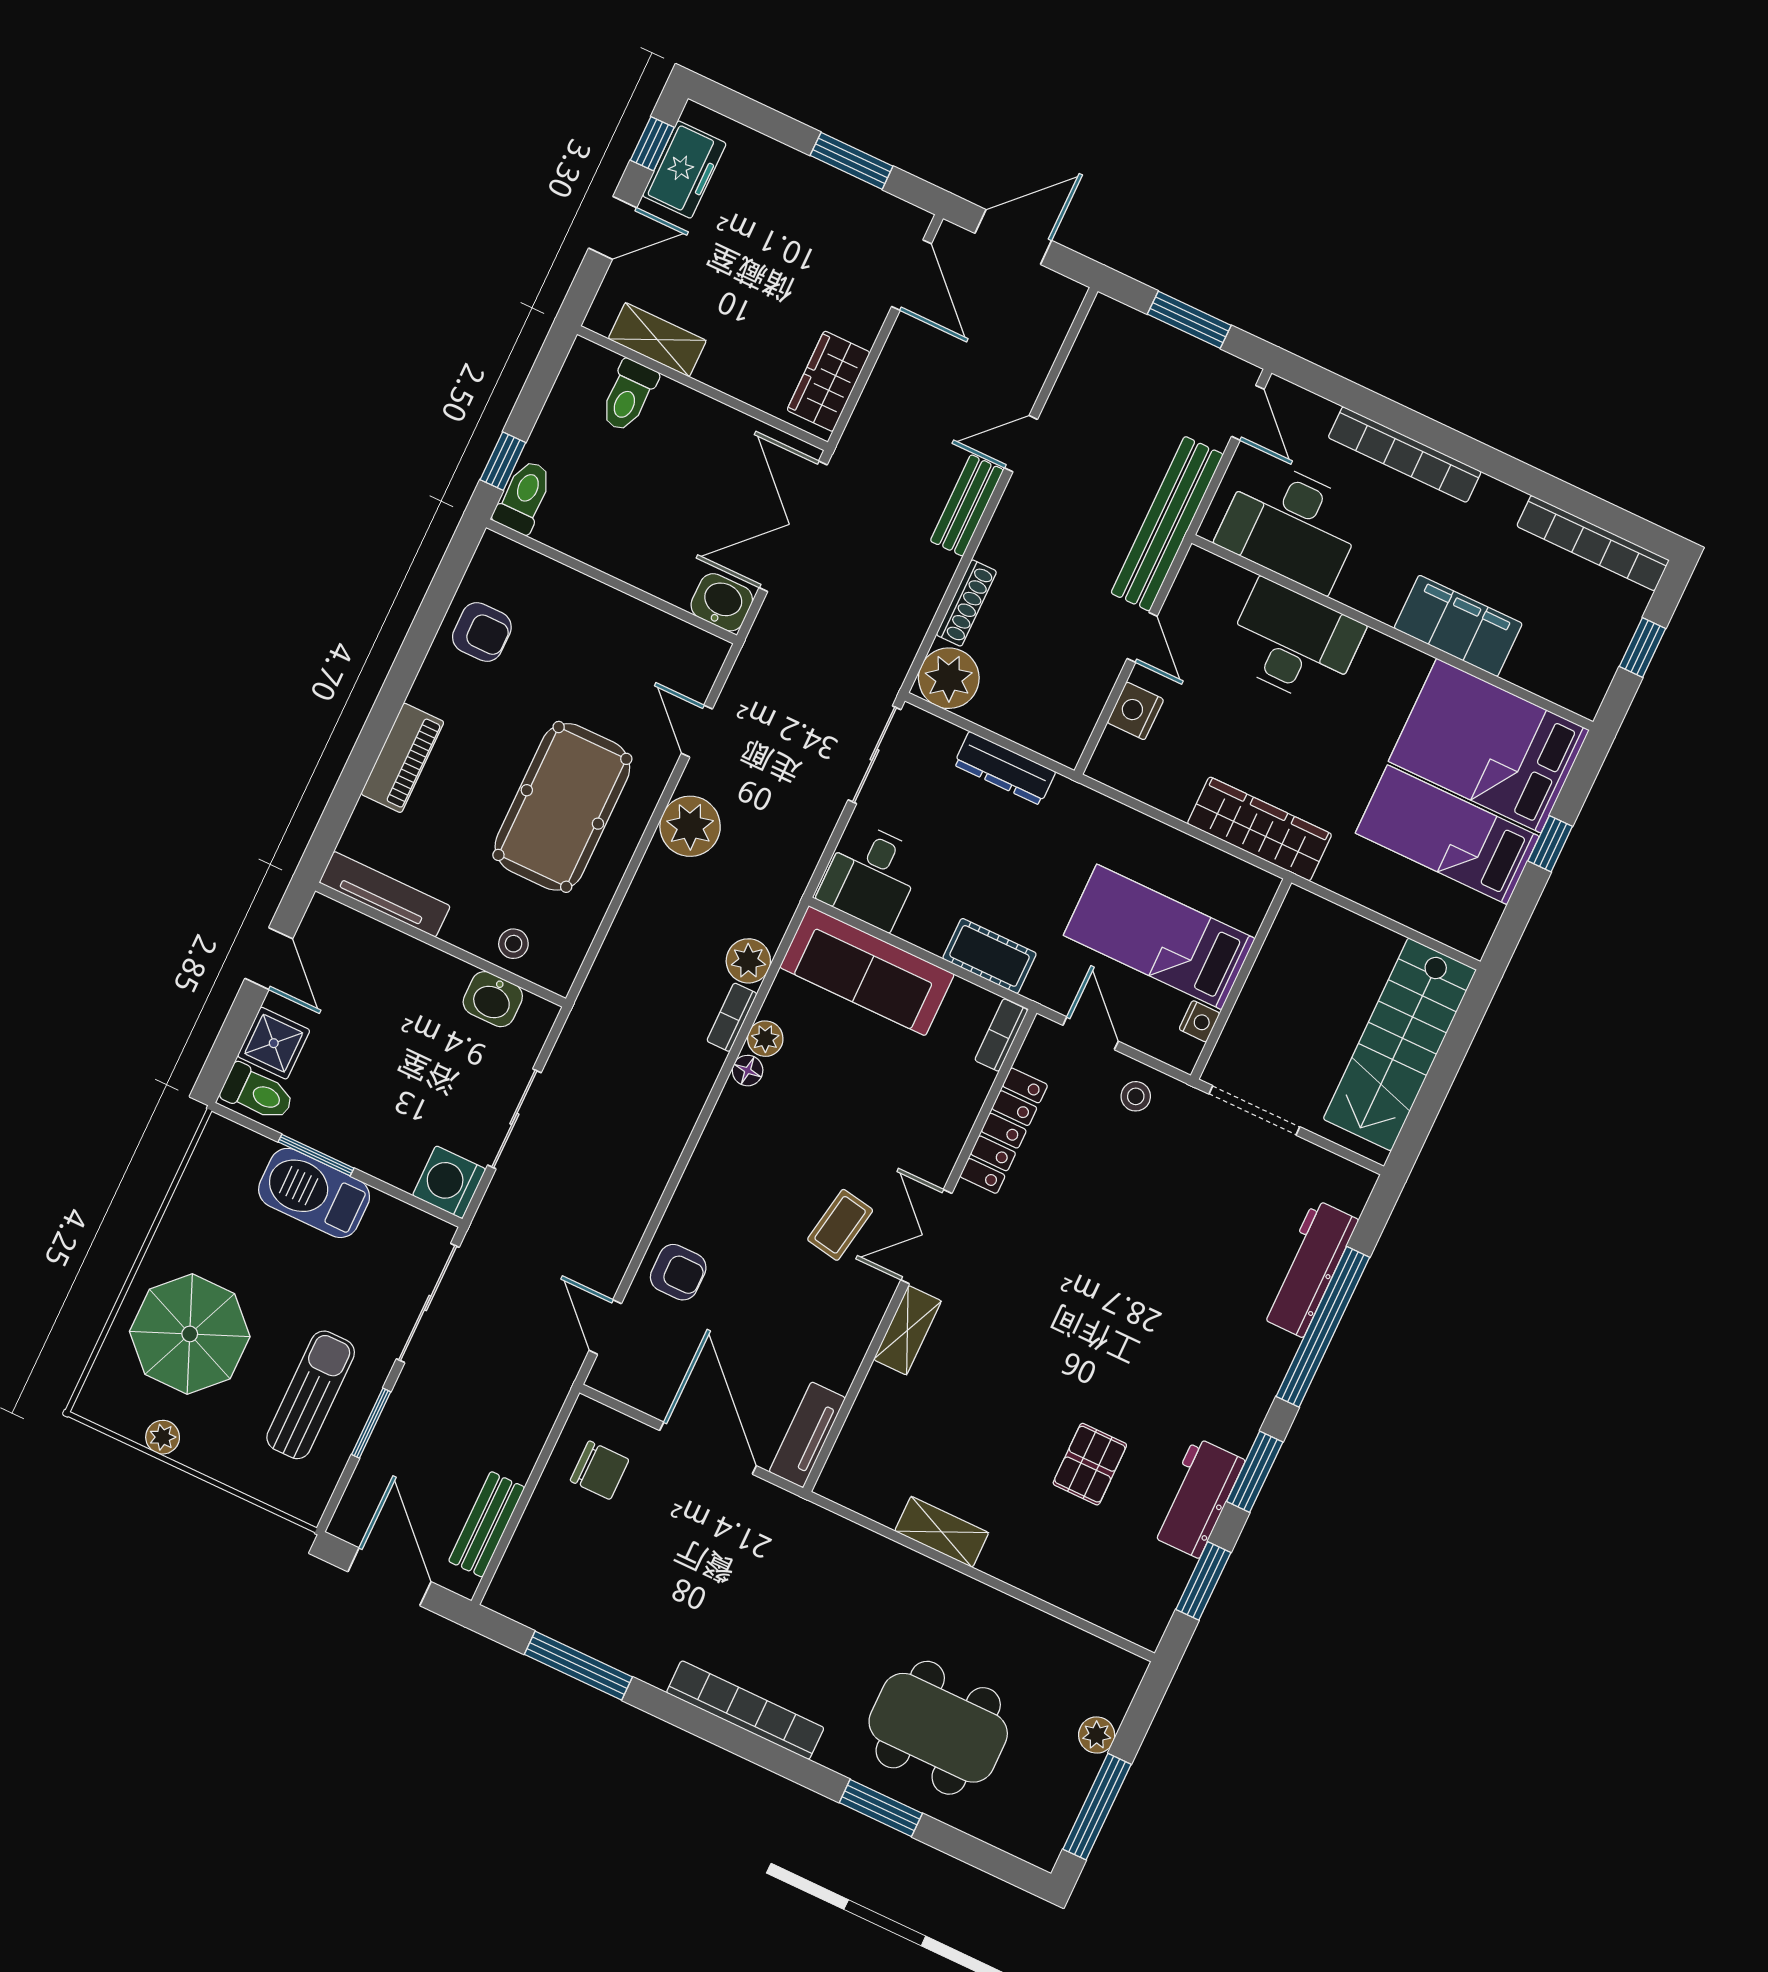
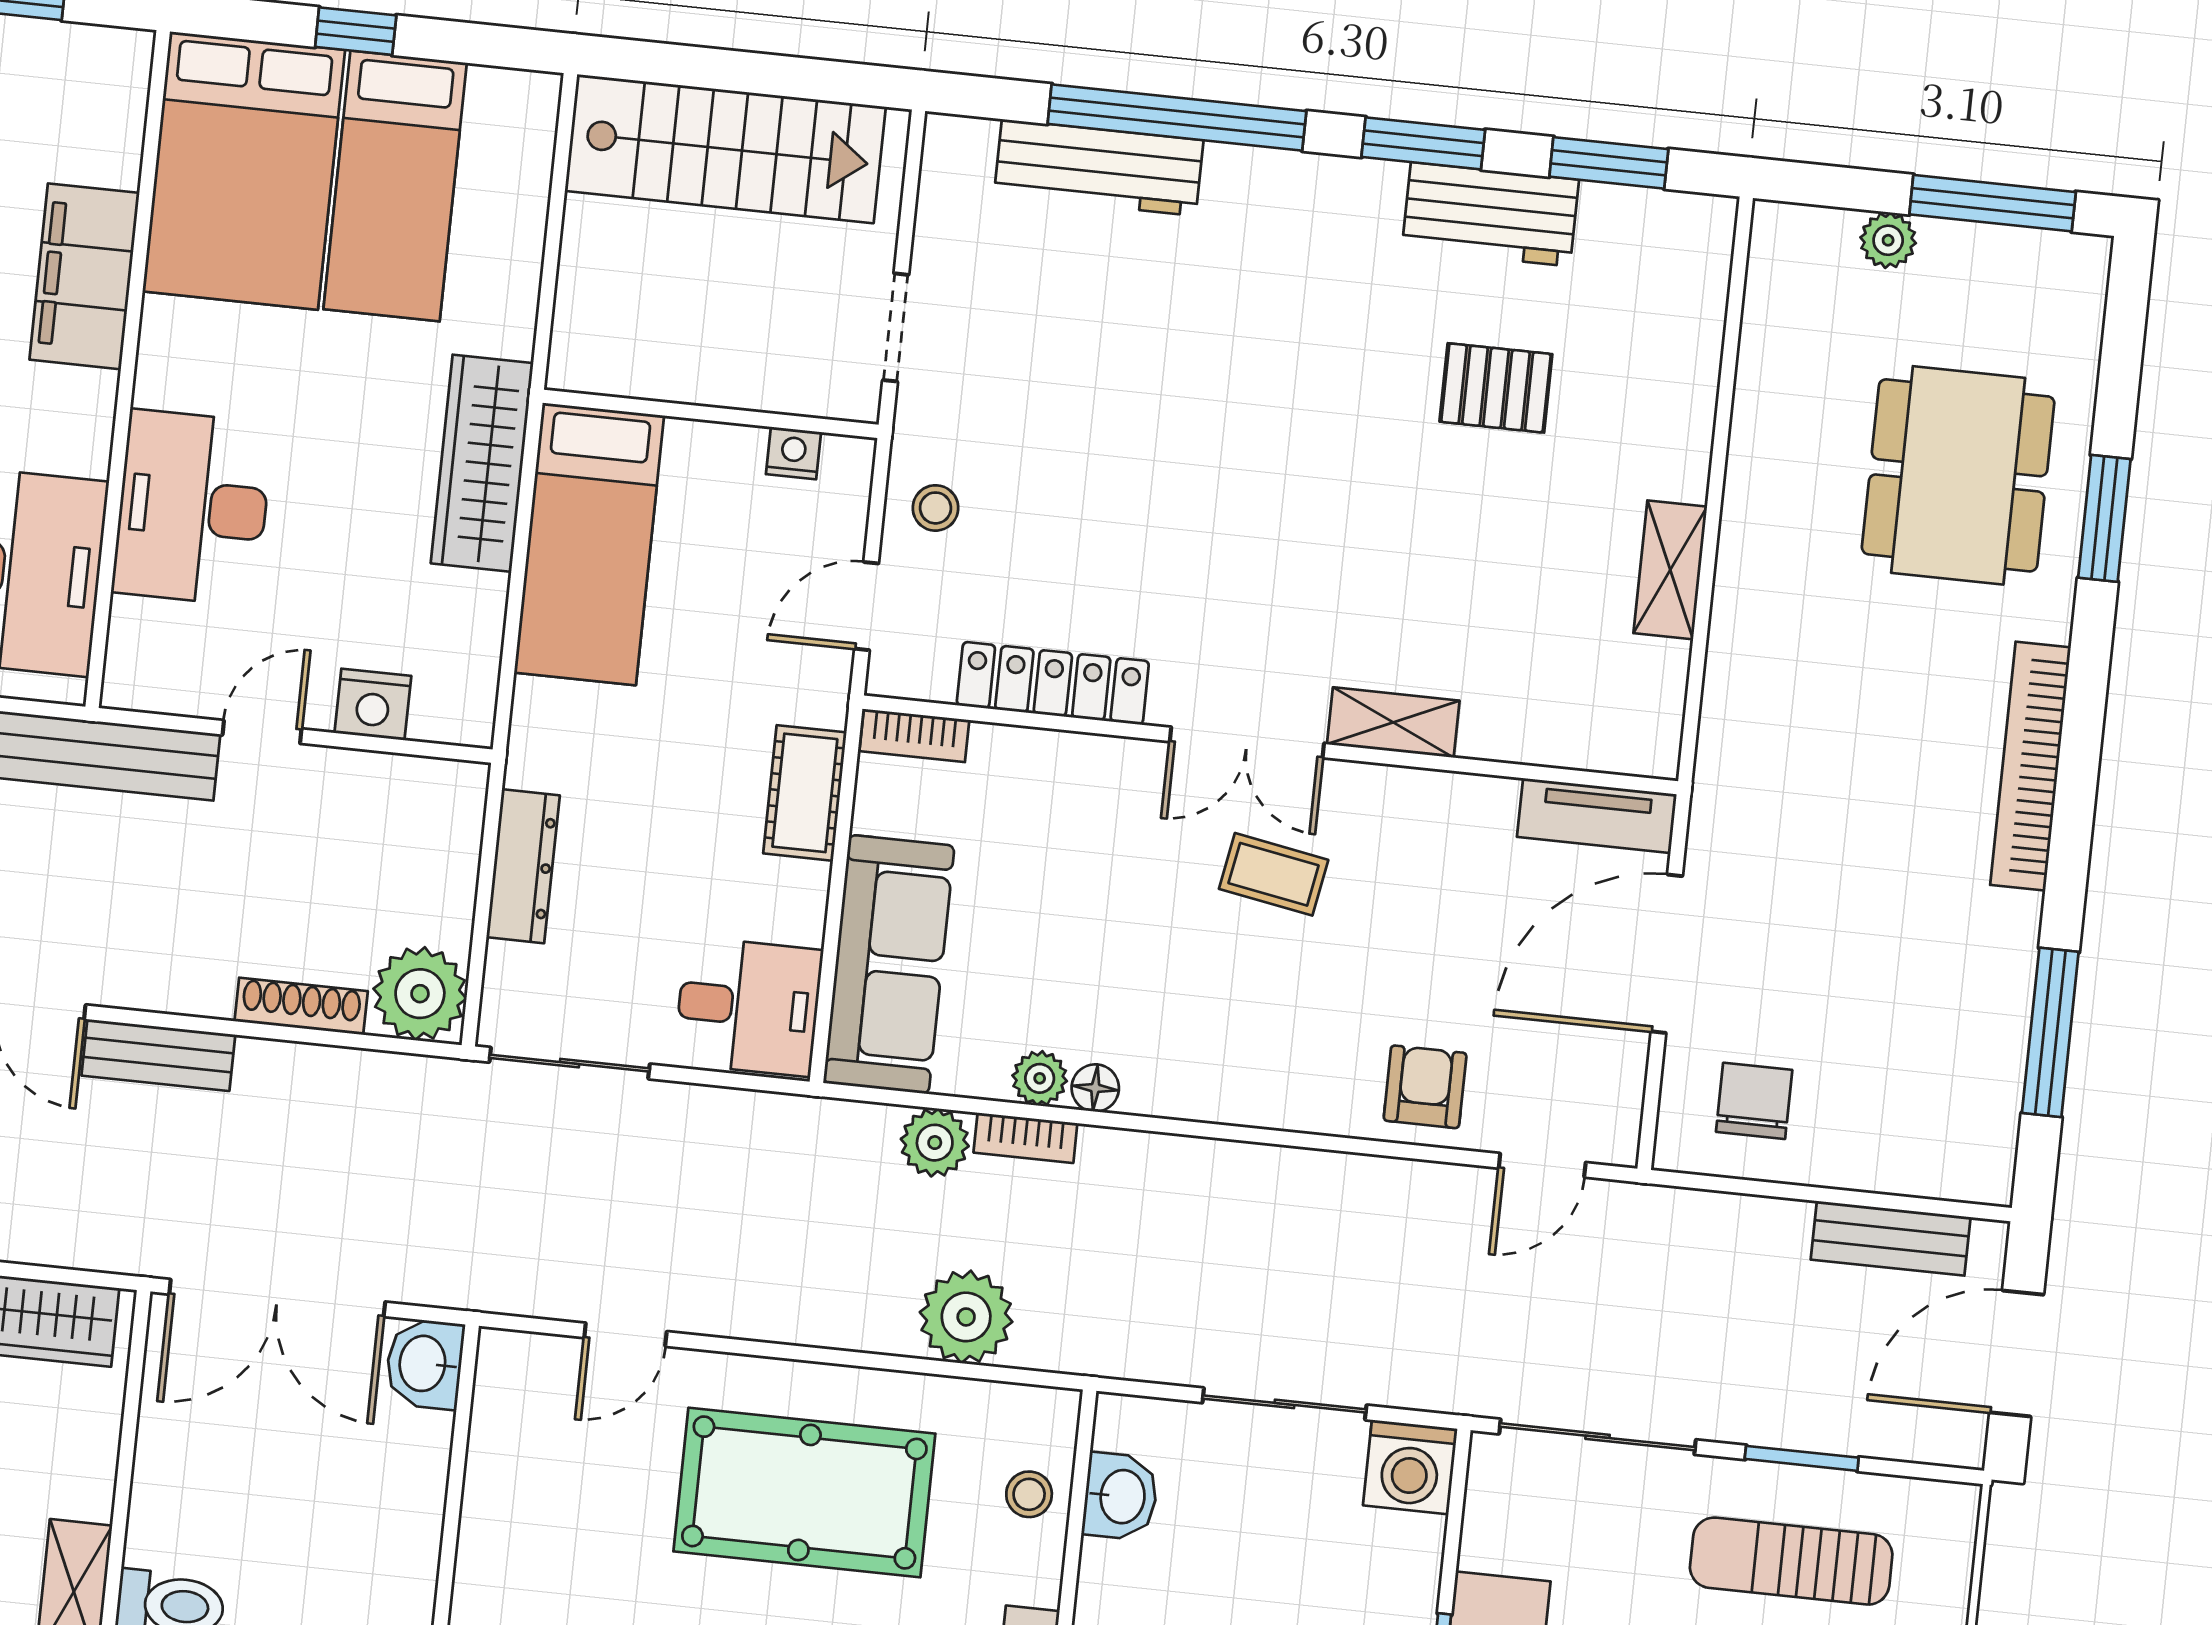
plant: (690, 826) -> (966, 1317), moved
bed: (1159, 937) -> (589, 544), moved
doorway: (1254, 1110) -> (896, 327), width x0.73

